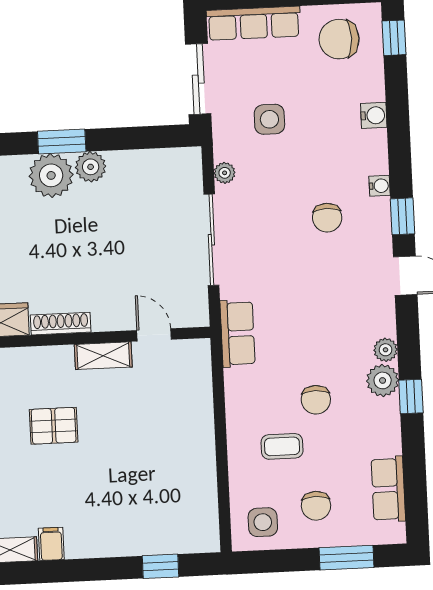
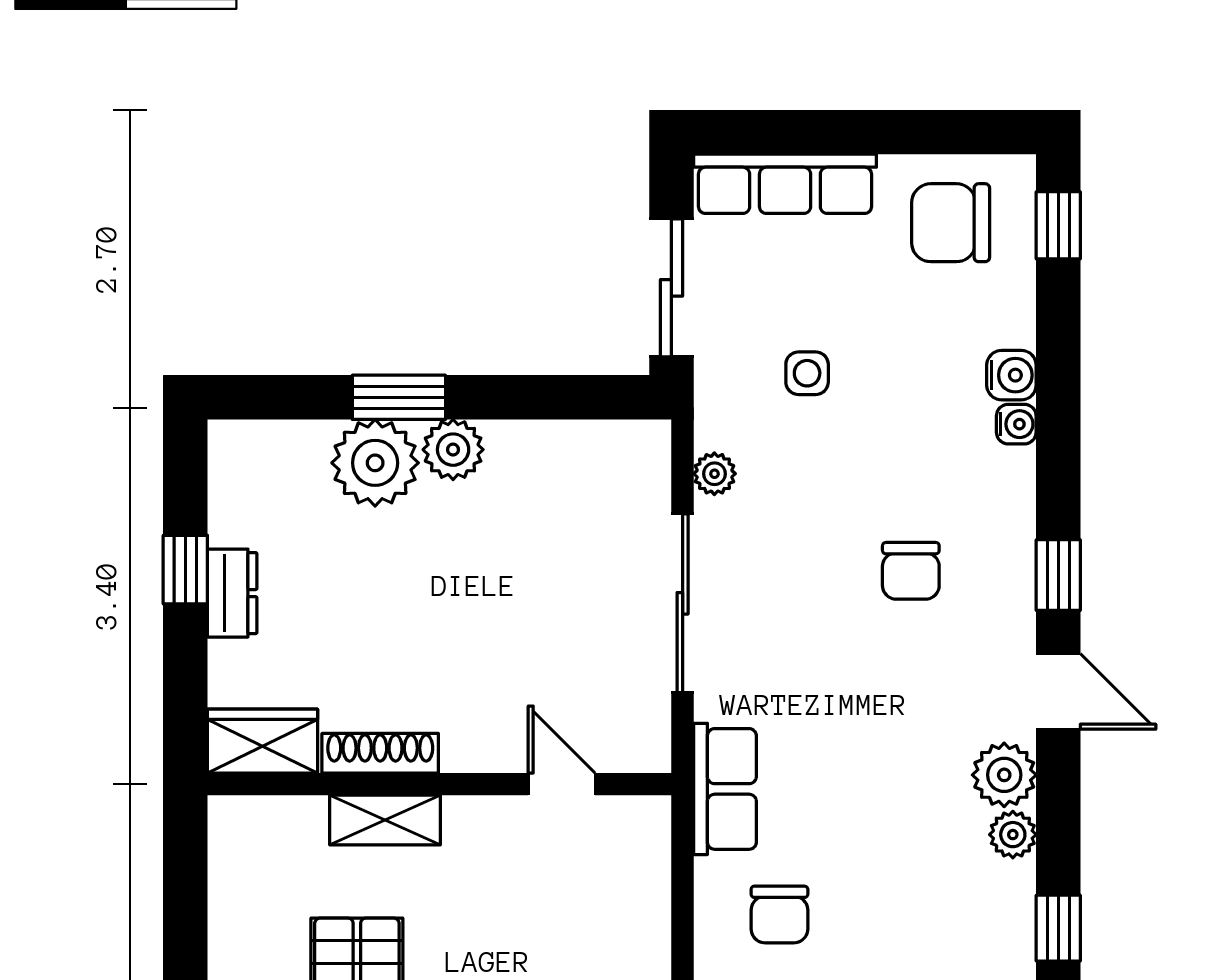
side table: (269, 119) -> (807, 373), width x0.73, depth x0.73
water cooler: (380, 186) -> (1016, 424), moved
shelving: (103, 356) -> (385, 820), moved
plant: (383, 380) -> (1004, 775), moved
chair: (316, 400) -> (779, 914), moved

